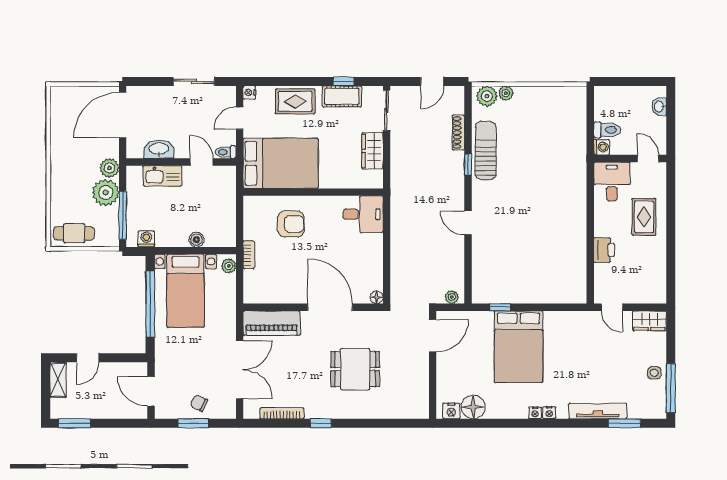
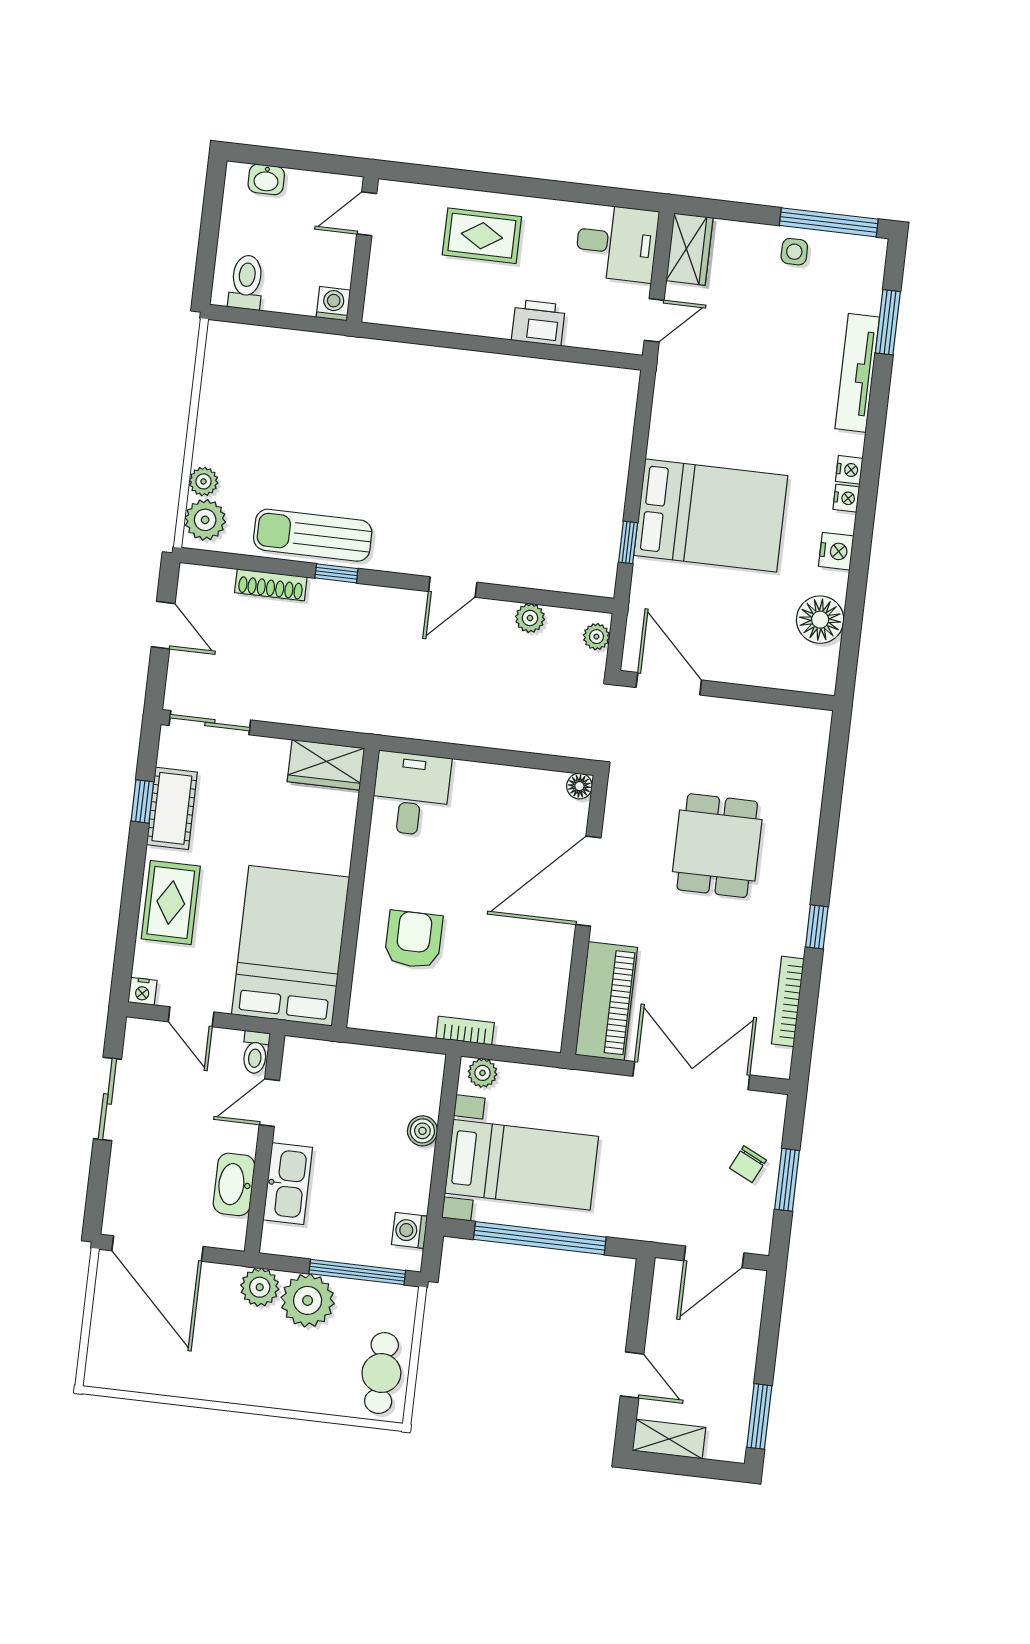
toilet: (607, 130) -> (246, 282), moved
wardrobe: (372, 151) -> (326, 765), moved
desk: (612, 182) -> (617, 243), moved, turned 180
plant: (457, 263) -> (530, 618), added
nightstand: (451, 411) -> (836, 551), moved

